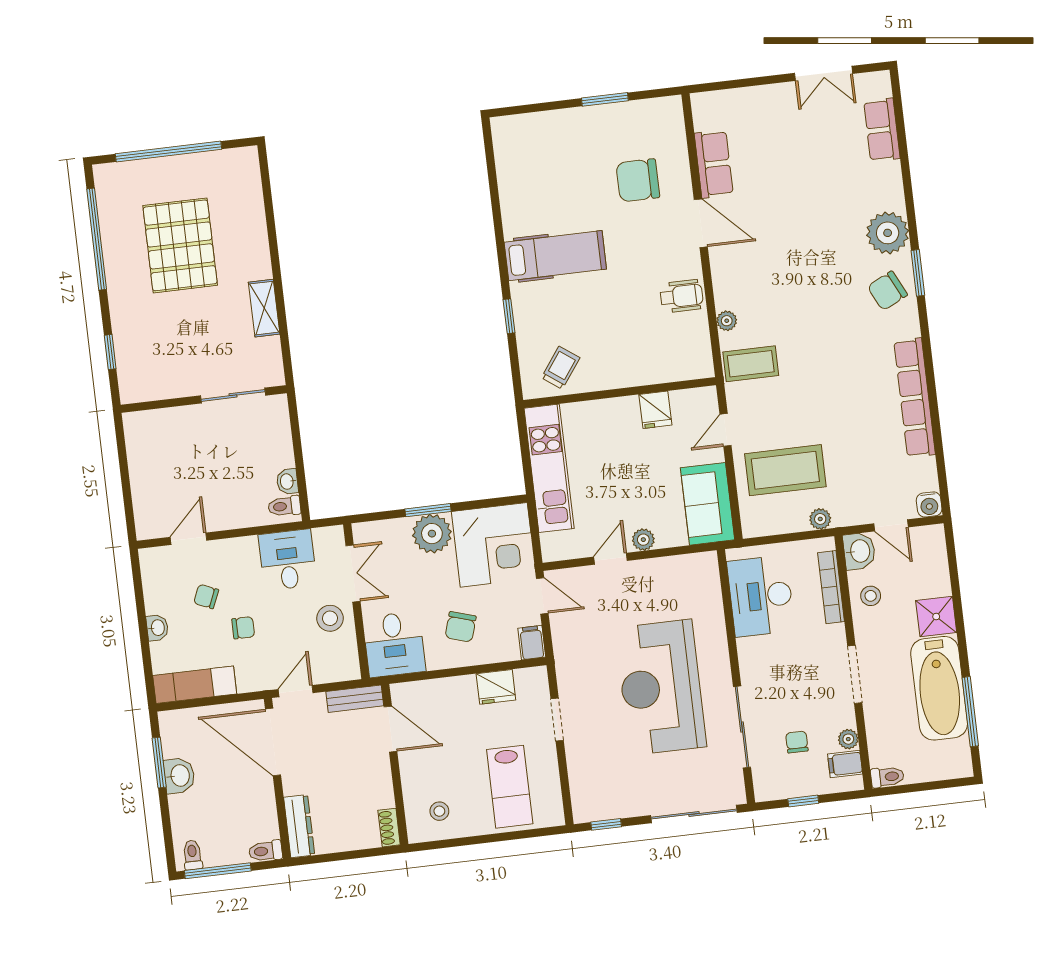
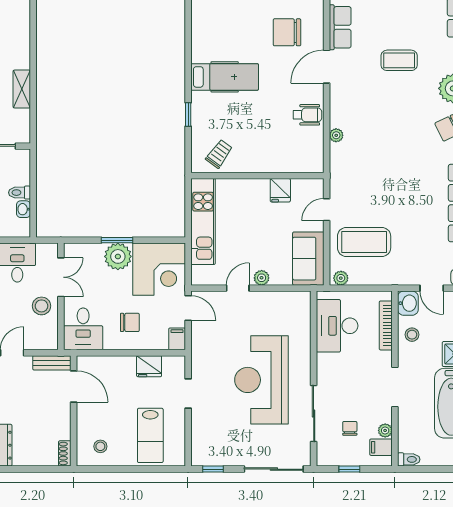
door: (701, 223) -> (327, 67), swing flipped
coffee table: (751, 364) -> (399, 60), moved
toilet: (284, 506) -> (19, 193), moved
plant: (820, 519) -> (341, 278), moved
chair: (461, 627) -> (130, 322), turned -107

